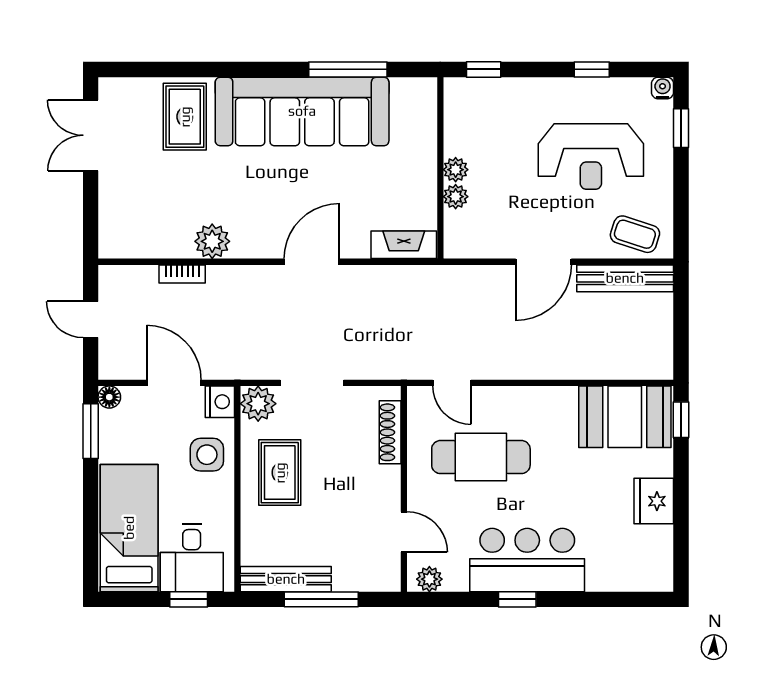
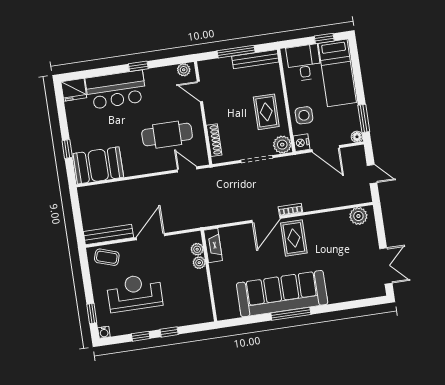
window: (348, 69) -> (291, 314), moved
window: (484, 69) -> (169, 332), moved
rug: (185, 117) -> (294, 238), moved
plant: (456, 170) -> (197, 249), moved
plant: (212, 241) -> (358, 216), moved
fireplace: (404, 245) -> (213, 245), moved, turned -90
bookcase: (182, 274) -> (290, 209), moved
window: (681, 420) -> (67, 149), moved
fridge: (654, 501) -> (74, 90), moved, turned 90
bar counter: (527, 560) -> (116, 90), moved
window: (189, 599) -> (324, 38), moved

